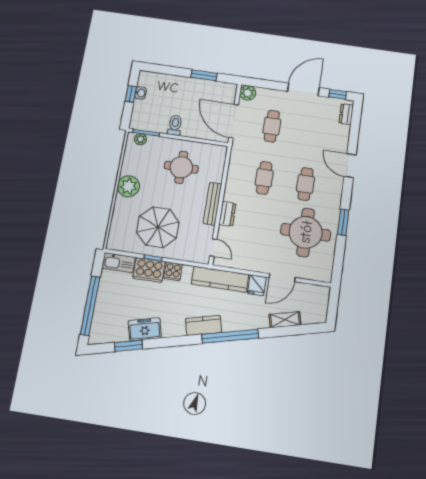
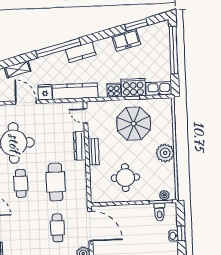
toilet: (175, 125) -> (160, 212), moved
cafe table: (264, 178) -> (56, 182), width x1.37, depth x1.35
bench: (212, 204) -> (94, 152), width x0.73
dresser: (227, 214) -> (80, 146), width x1.44
door: (282, 278) -> (26, 102), hinge flipped

